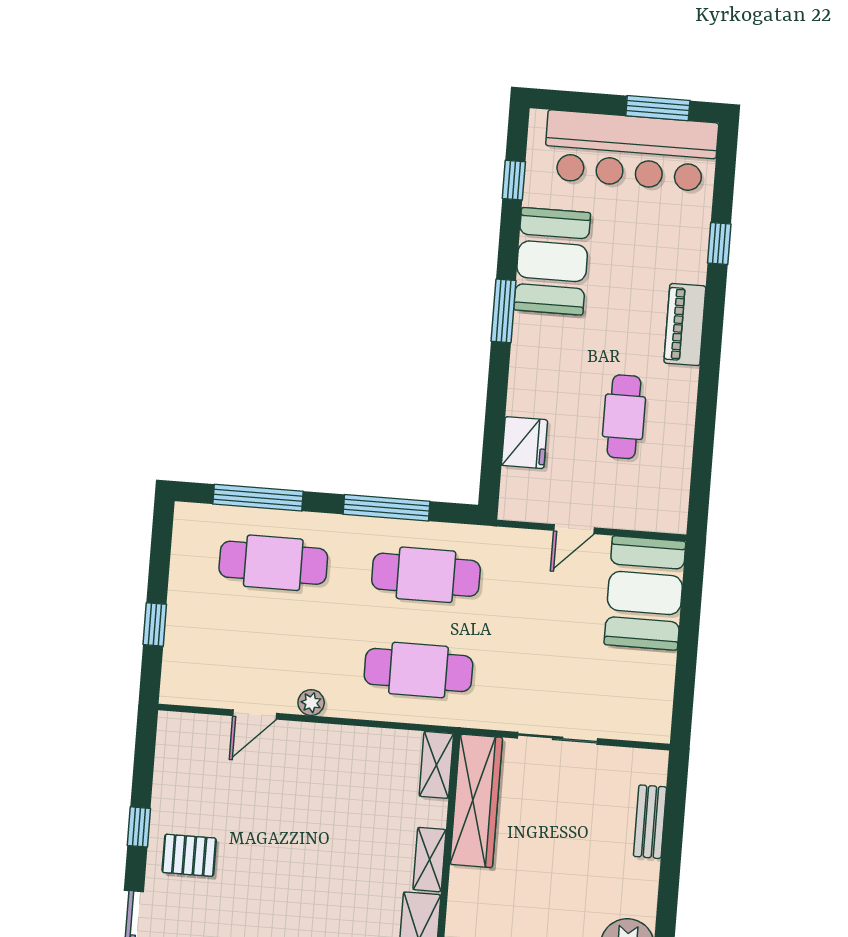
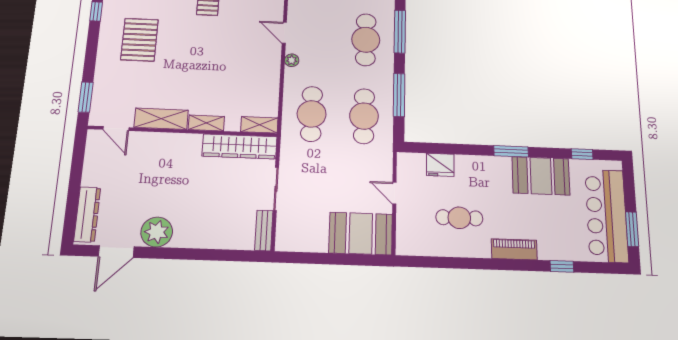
bench: (650, 822) -> (264, 230), moved, turned 90

